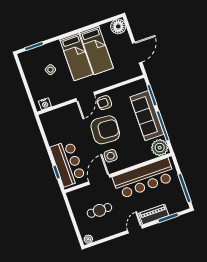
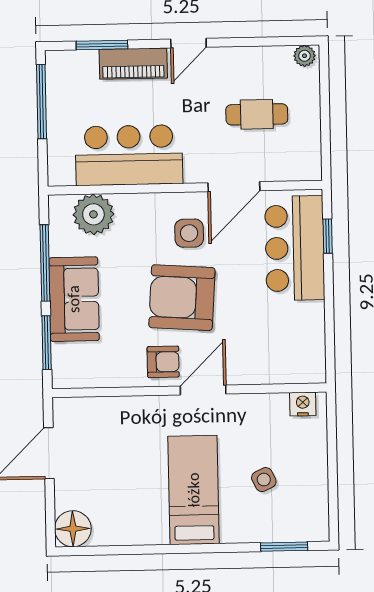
bed: (96, 50) -> (142, 490), removed
sofa: (147, 116) -> (74, 299), width x0.73
plant: (160, 148) -> (93, 214), moved
bar counter: (144, 178) -> (129, 155), width x0.73

